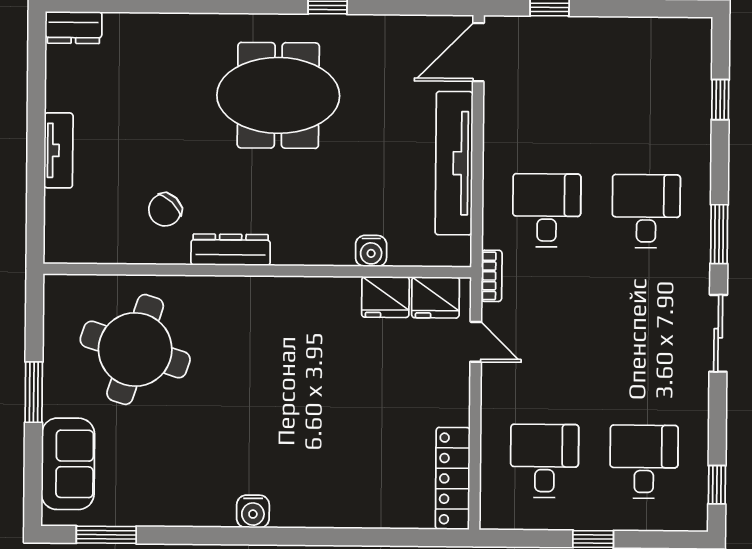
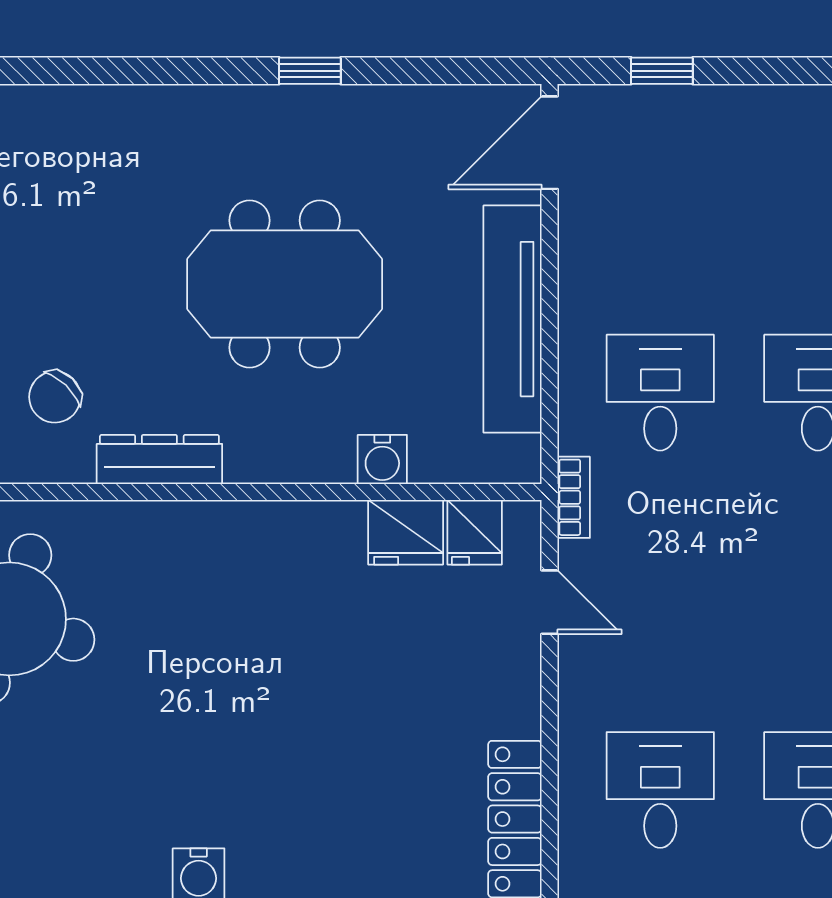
meeting table: (278, 95) -> (285, 284), moved
fridge: (436, 297) -> (475, 532), width x0.72

